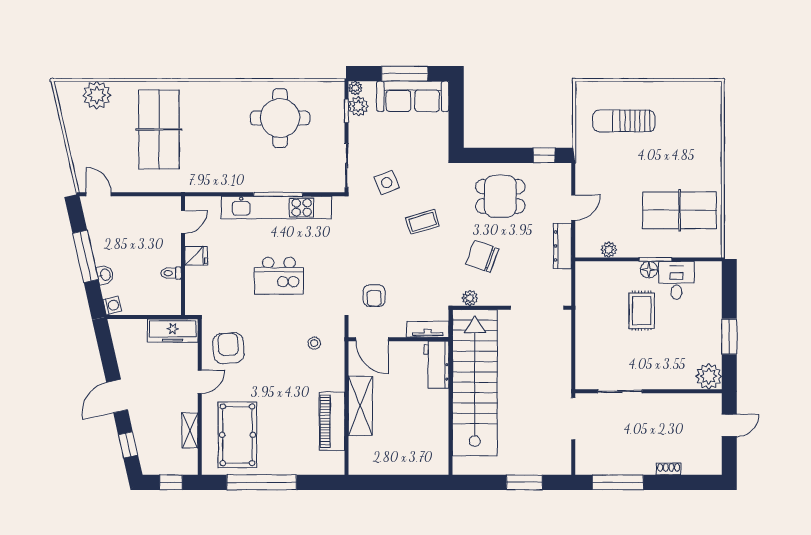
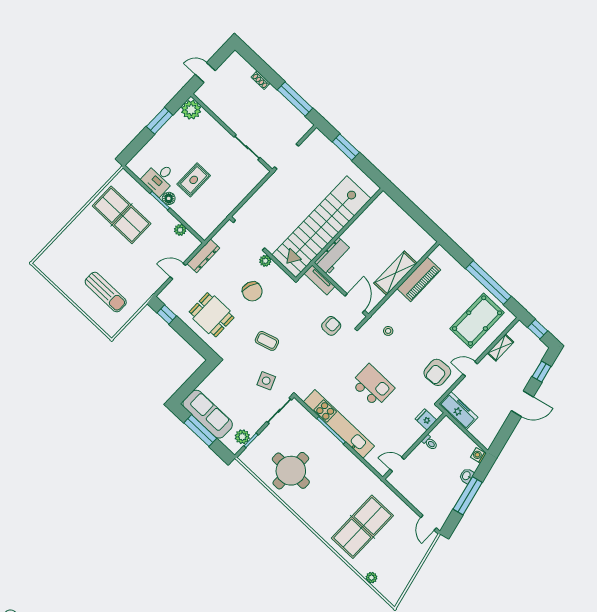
plant: (355, 88) -> (234, 448), removed
plant: (97, 95) -> (371, 578), width x0.53, depth x0.53
fridge: (196, 256) -> (426, 420), moved
plant: (470, 298) -> (265, 261), moved

